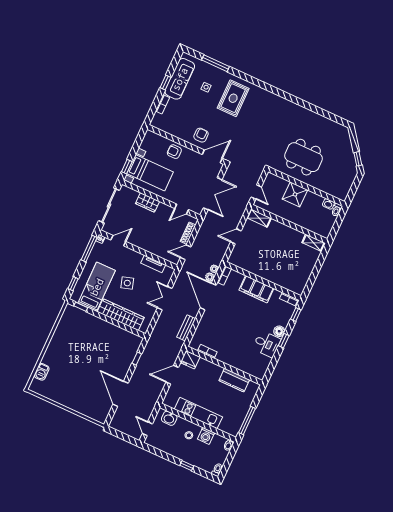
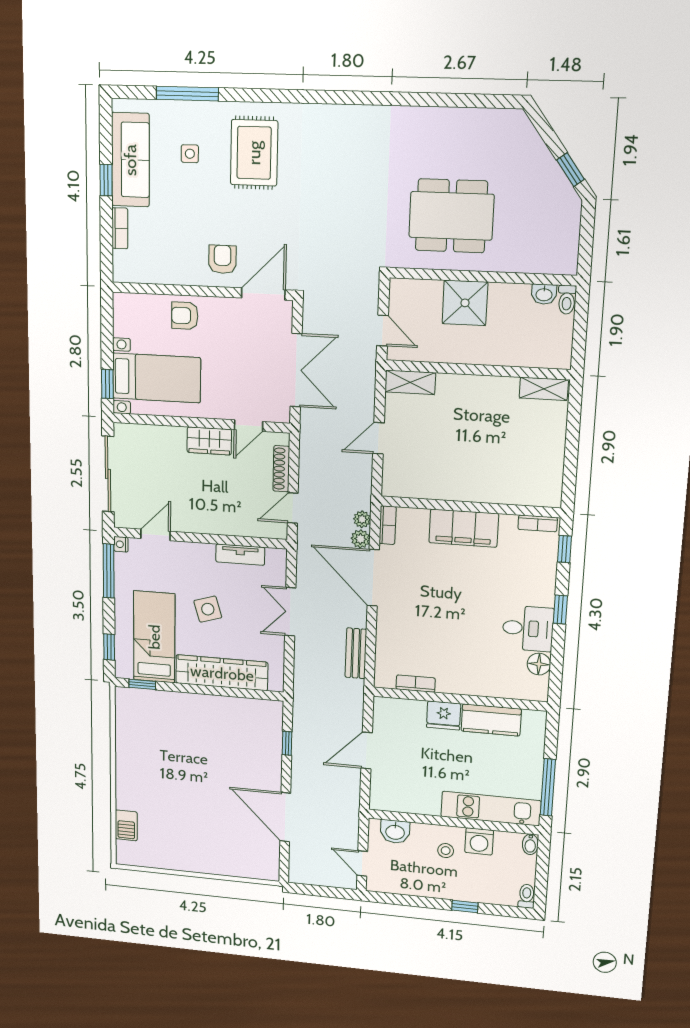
wardrobe: (147, 202) -> (209, 441), moved
floor lamp: (279, 331) -> (539, 664), moved
fridge: (190, 360) -> (444, 715), moved
kitchen unit: (198, 413) -> (491, 809), moved

